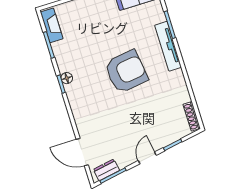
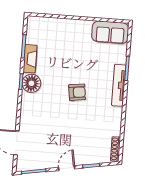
fireplace: (52, 25) -> (30, 59), moved
armchair: (126, 72) -> (77, 92), width x0.53, depth x0.53
floor lamp: (67, 78) -> (31, 83), width x1.89, depth x1.89
dresser: (106, 170) -> (30, 165), removed

